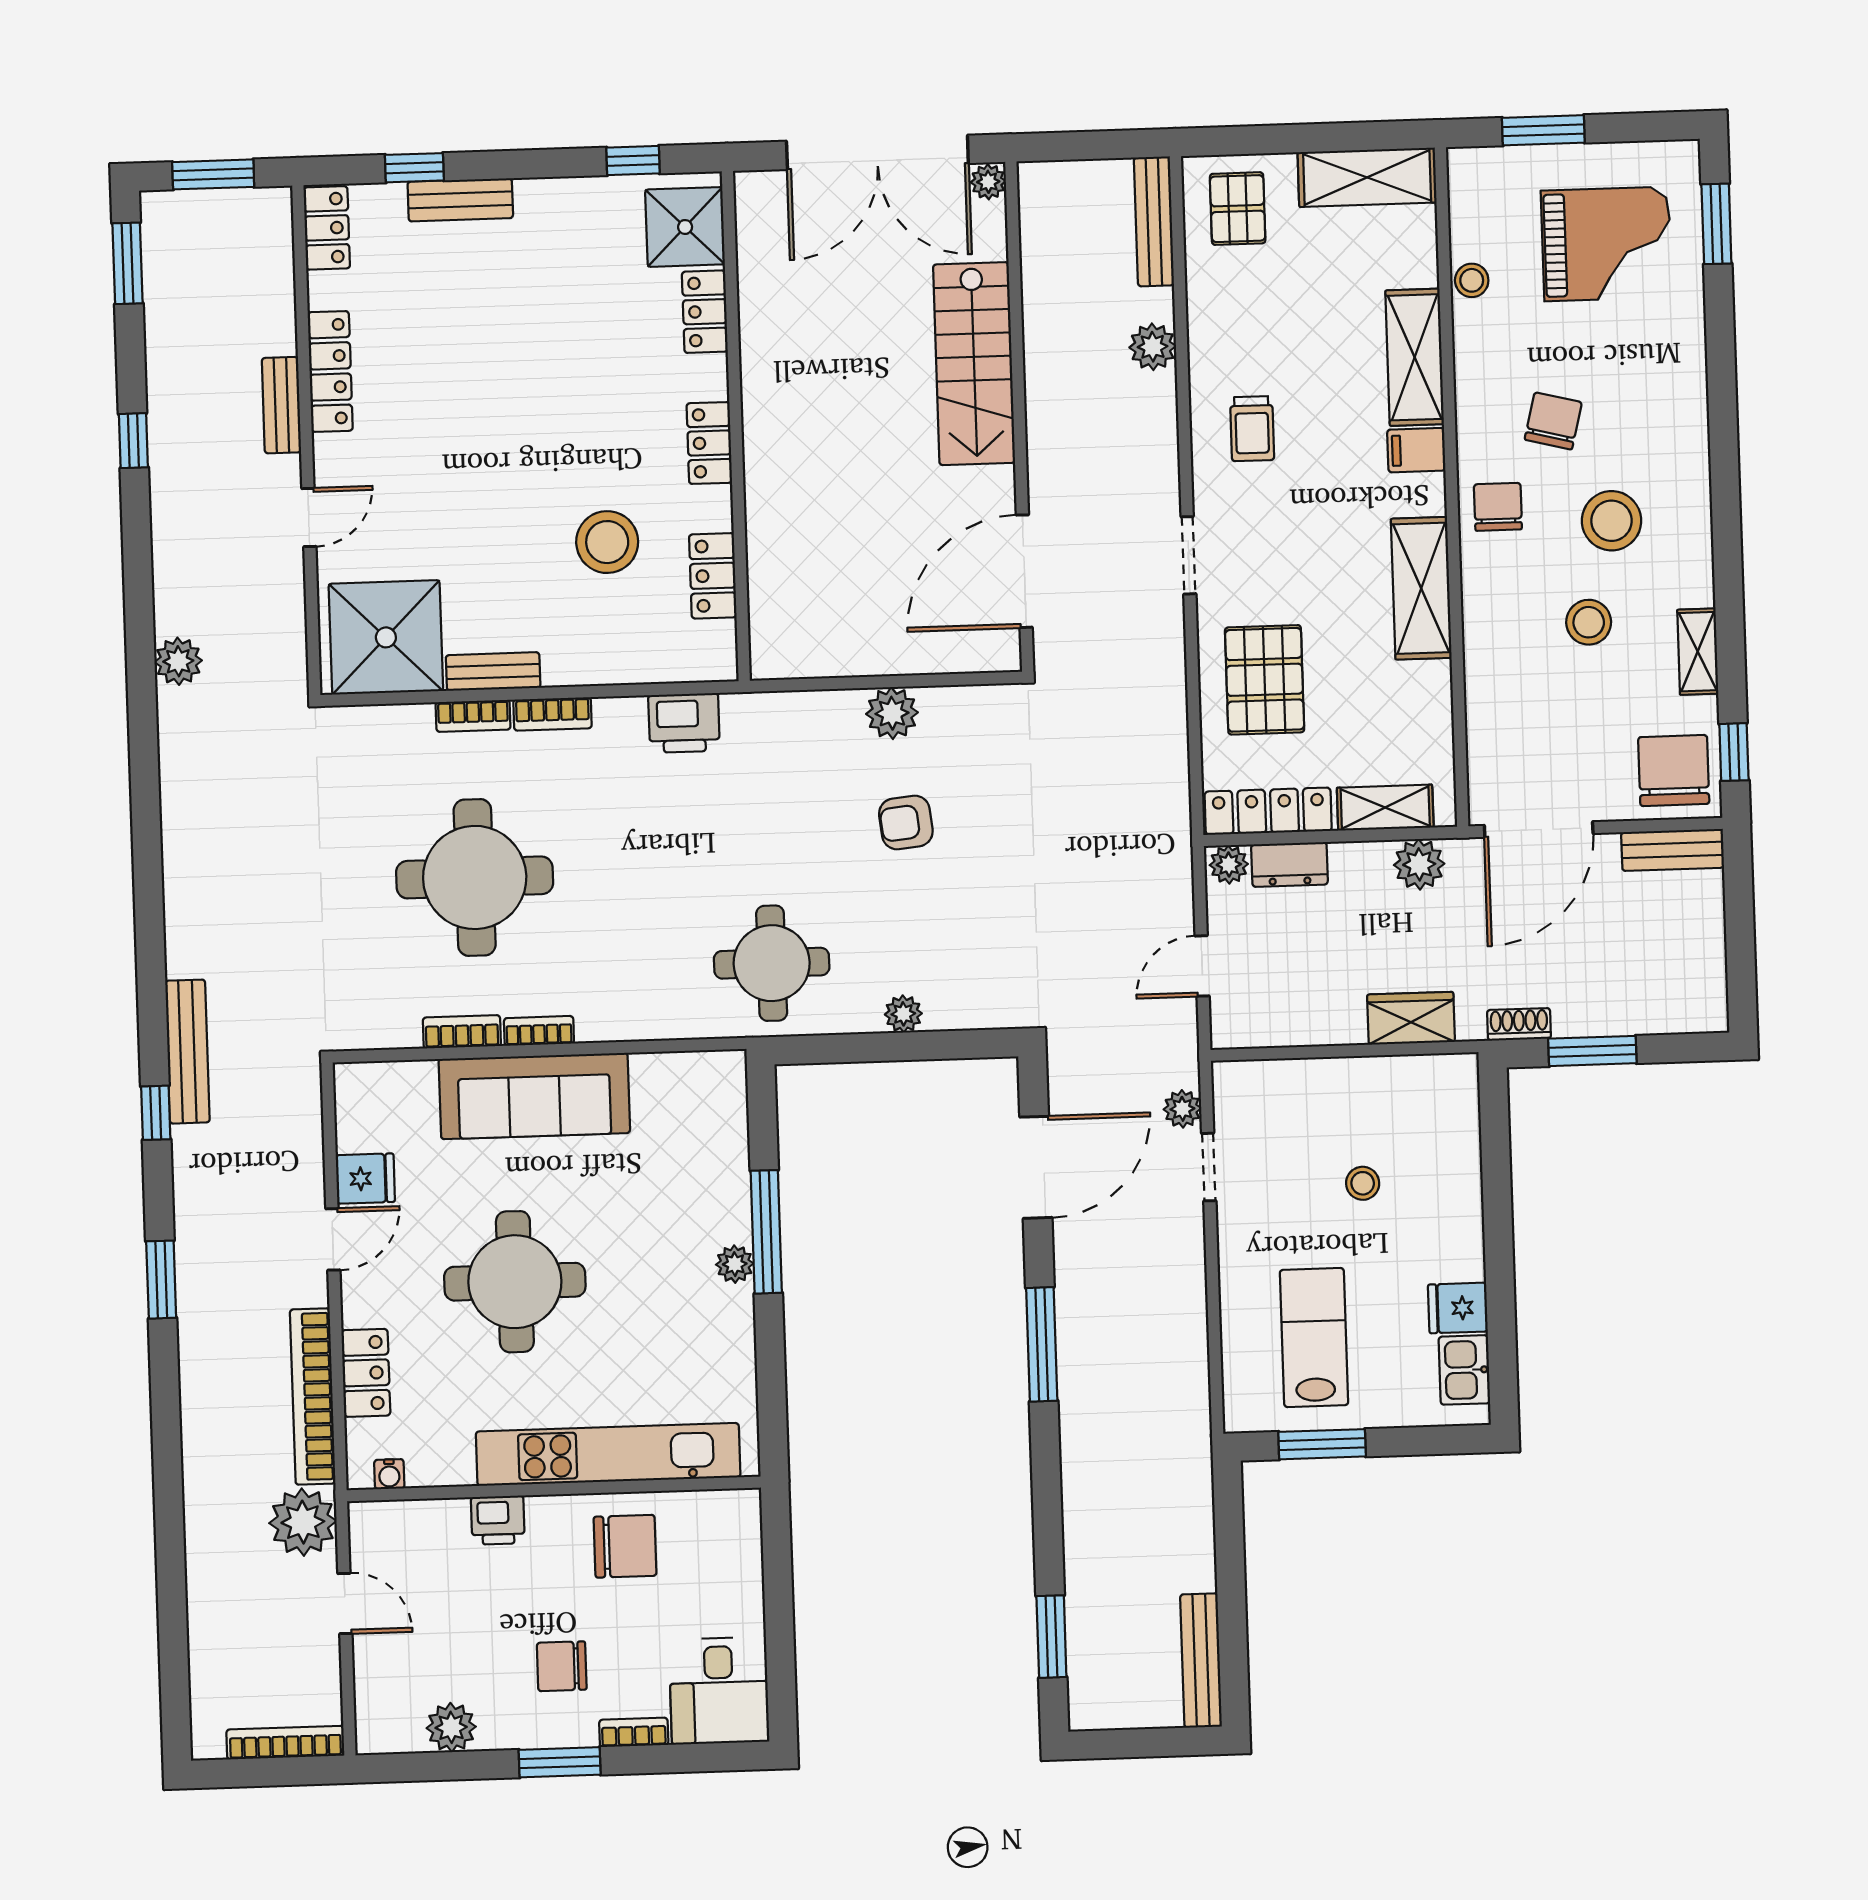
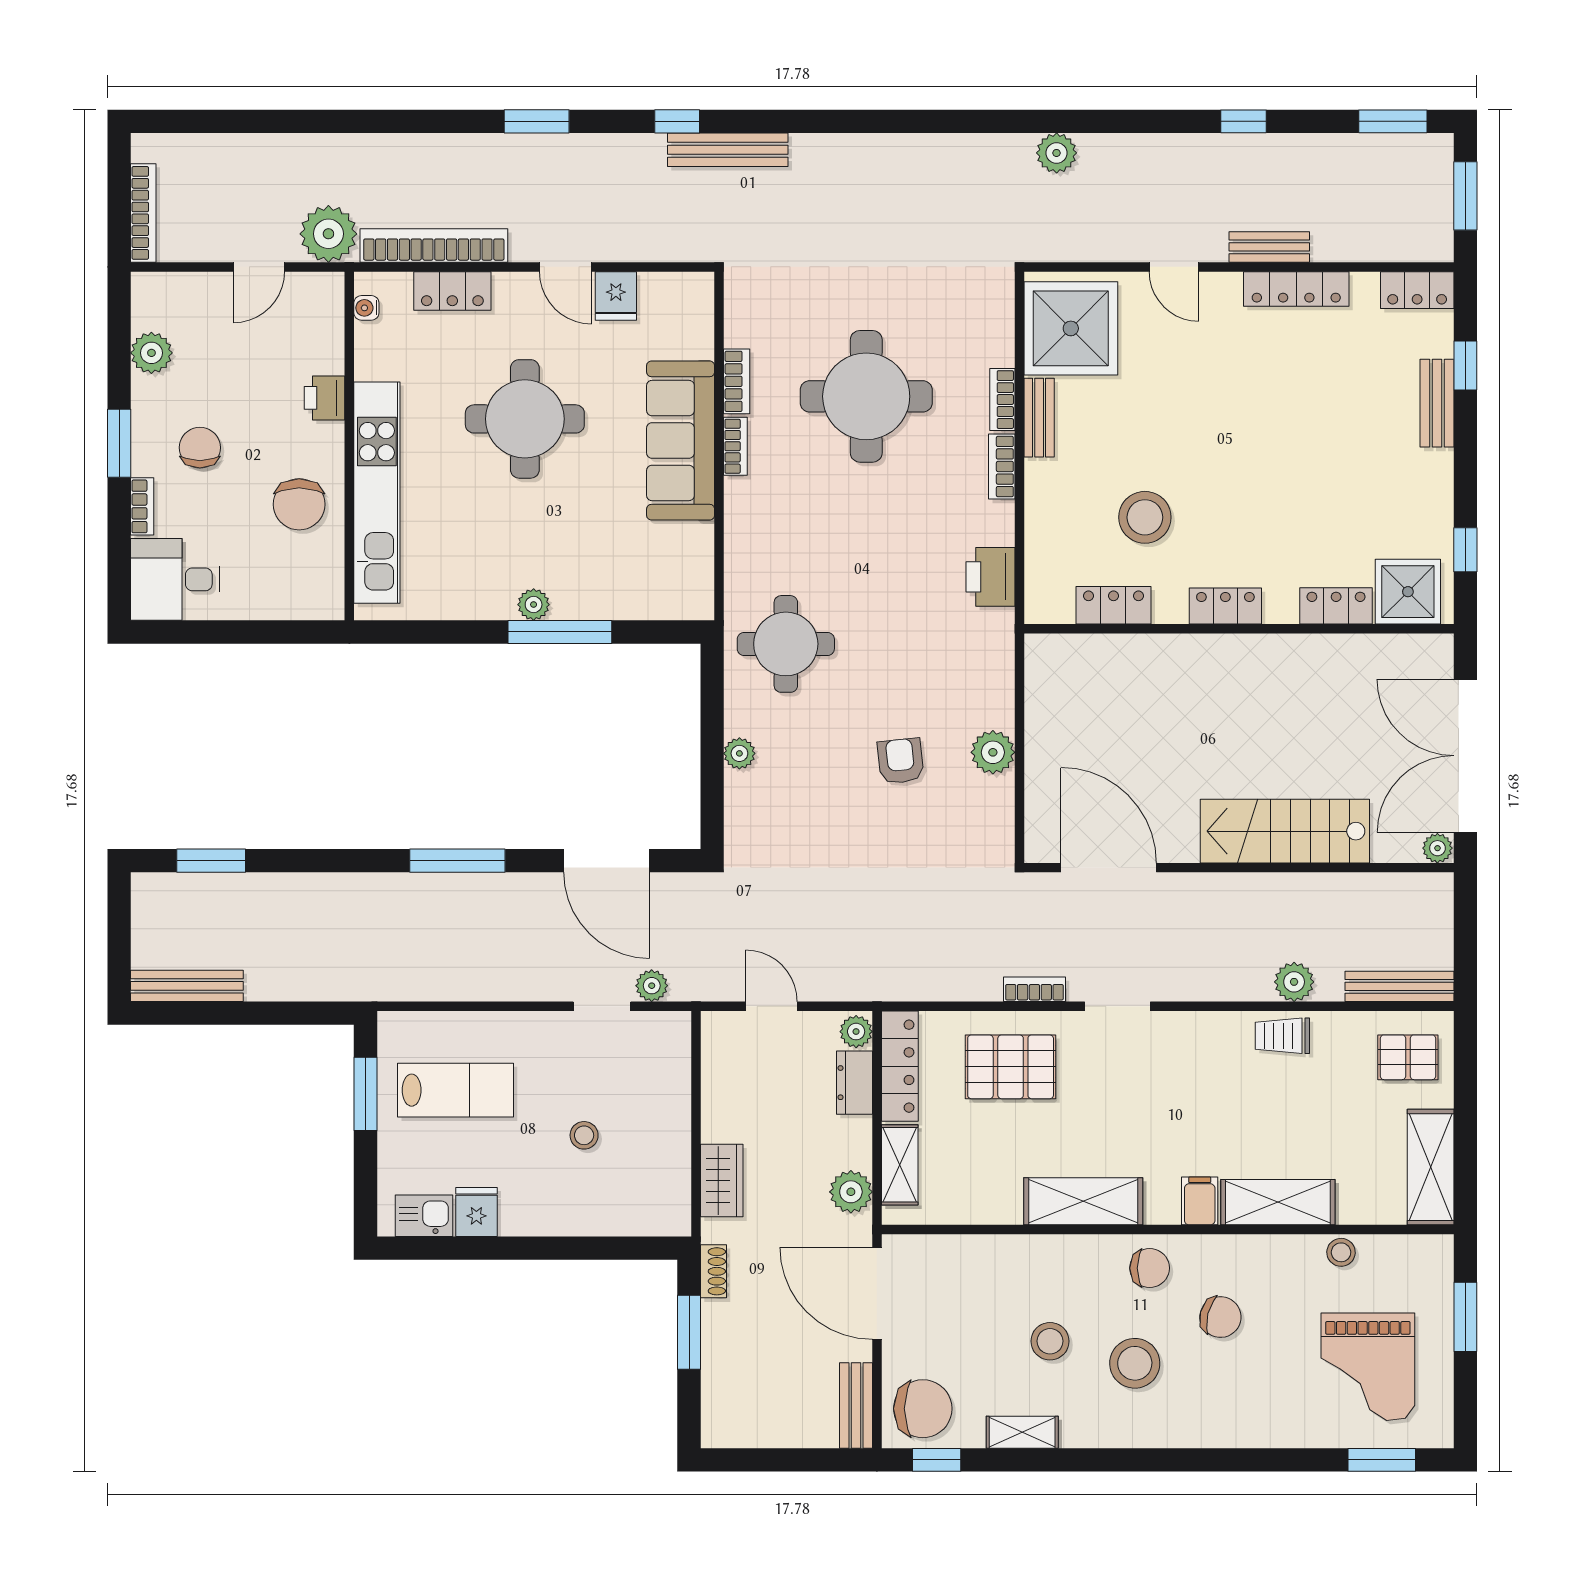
trolley: (1252, 429) -> (1282, 1036), moved
bookcase: (1172, 655) -> (1034, 989), added

